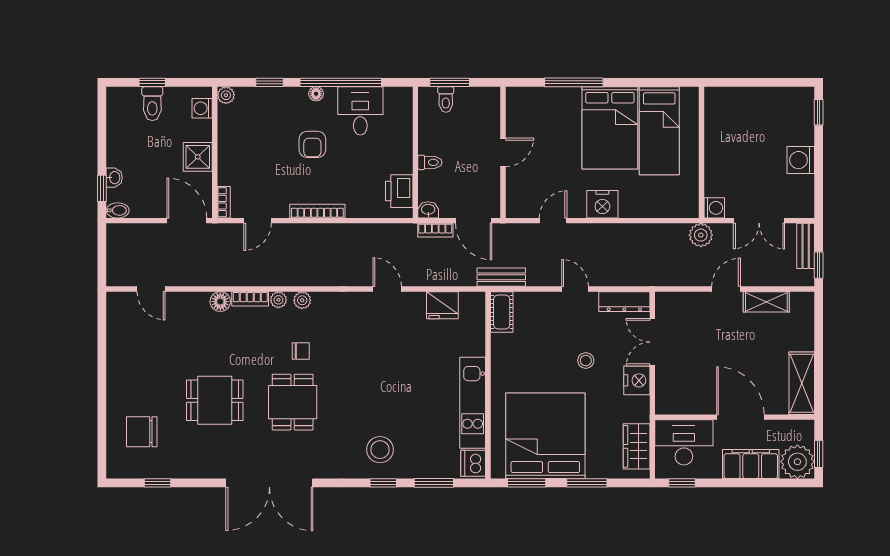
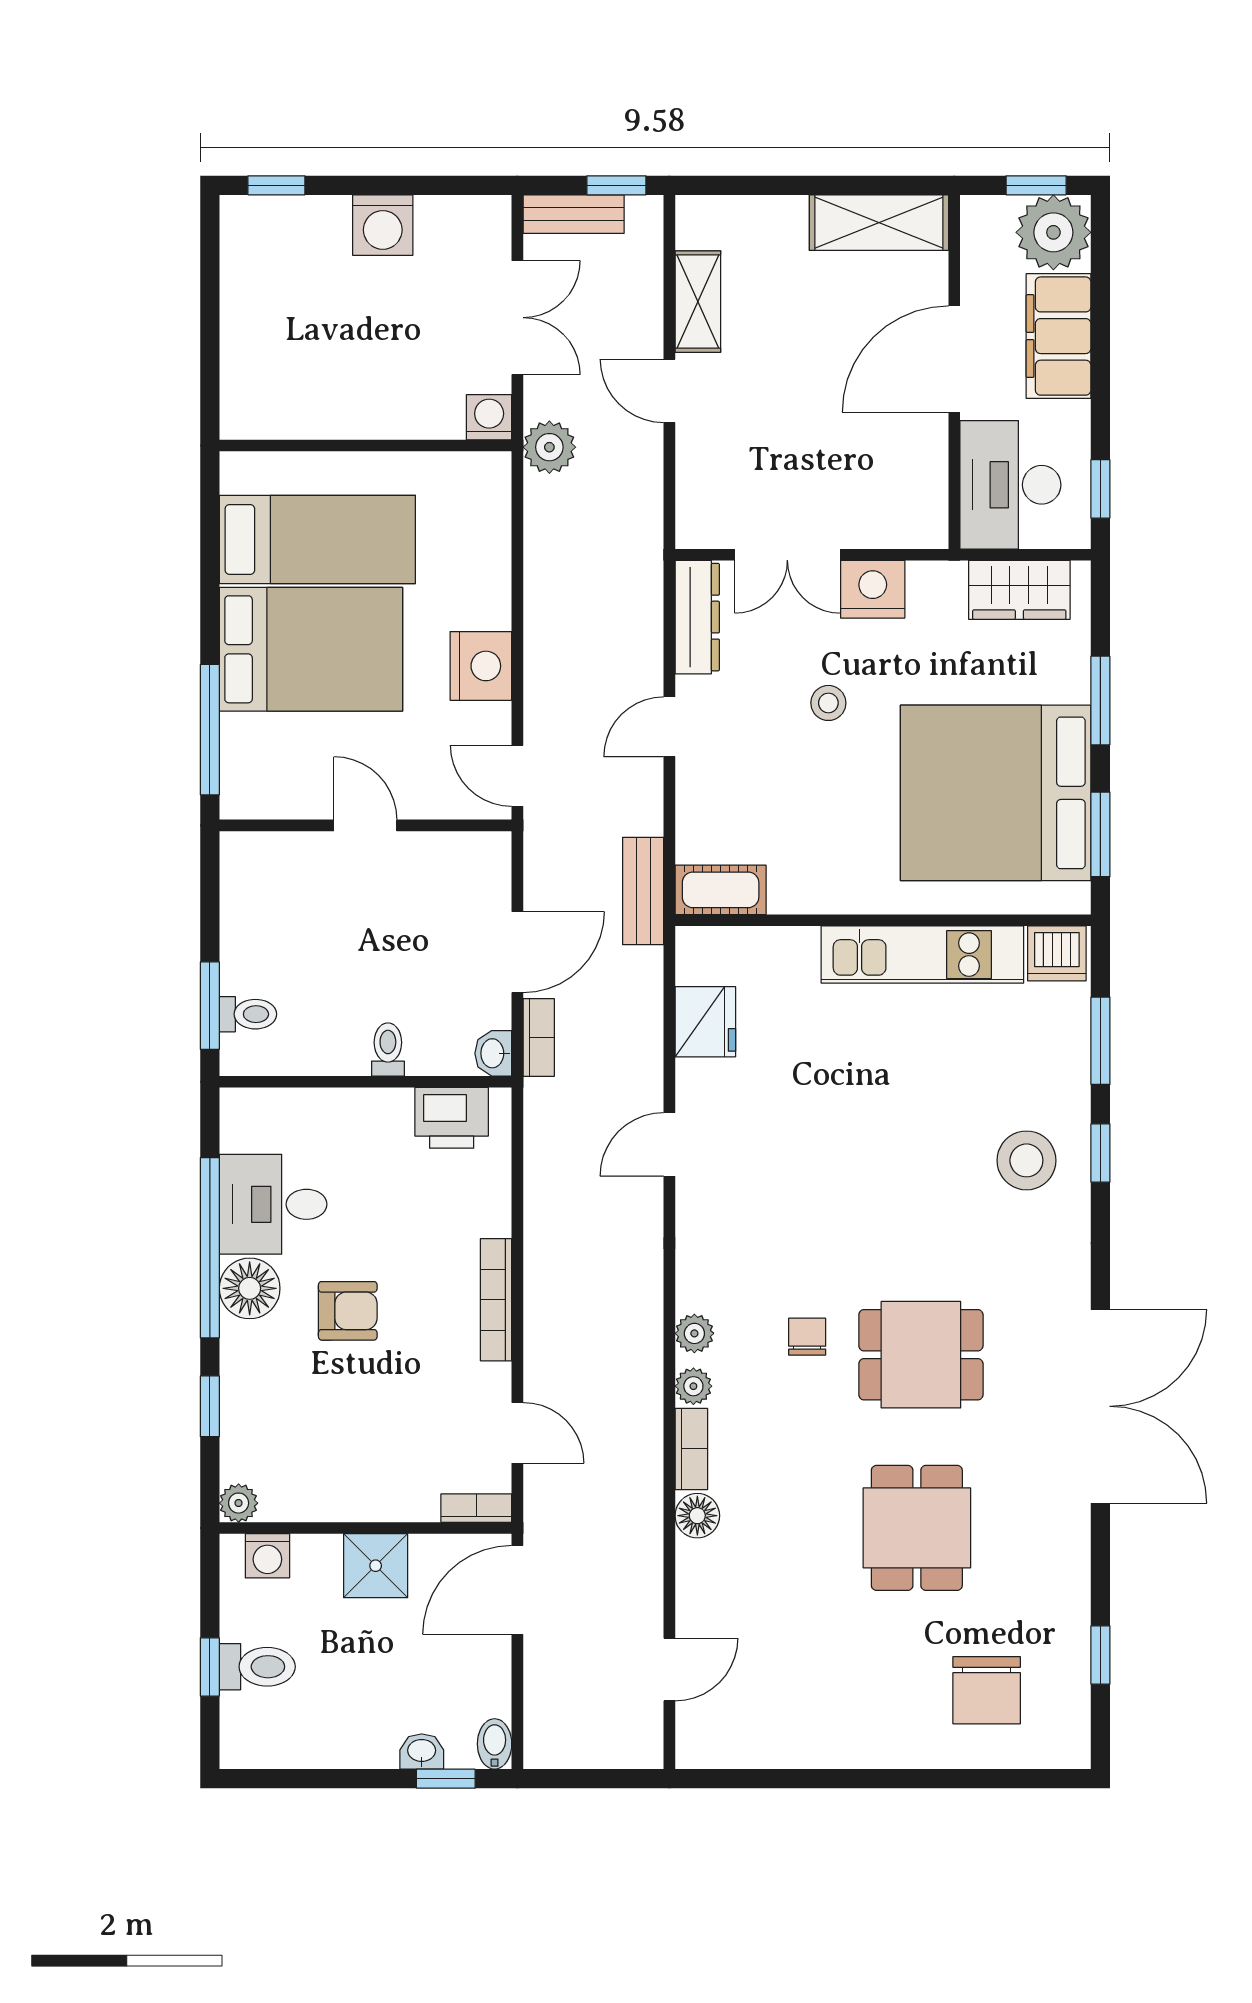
floor lamp: (316, 94) -> (250, 1288), width x1.89, depth x1.89
door: (503, 152) -> (365, 825), moved
wall: (503, 152) -> (365, 825), moved

